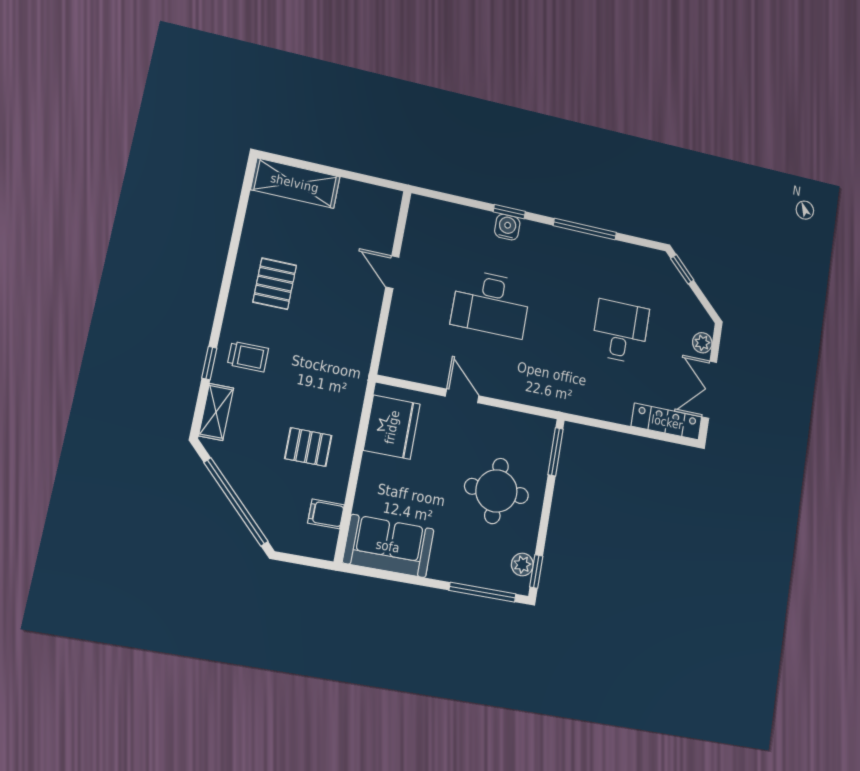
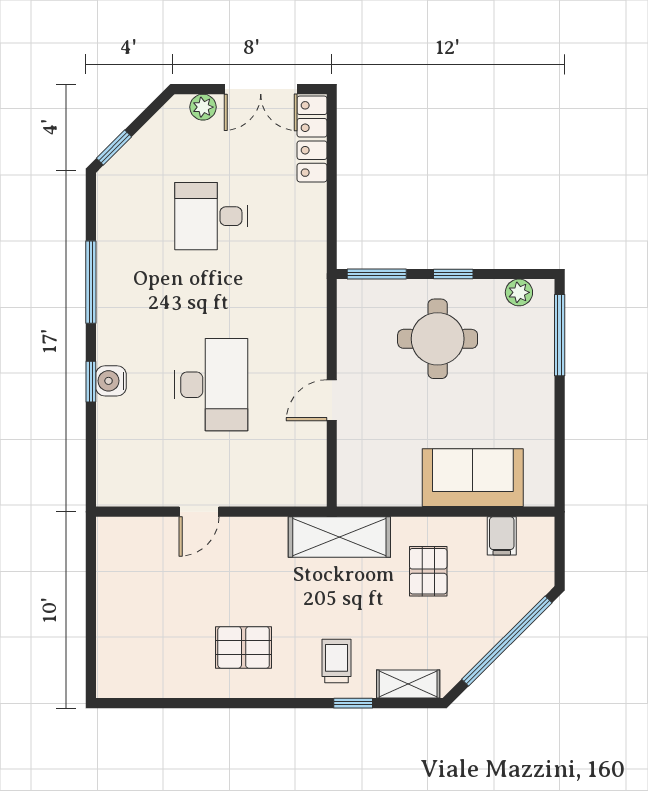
shelving: (295, 183) -> (339, 537), moved, turned 90
fridge: (392, 427) -> (386, 478), removed
sofa: (388, 546) -> (473, 478), moved, turned 90
window: (536, 571) -> (453, 274), moved

